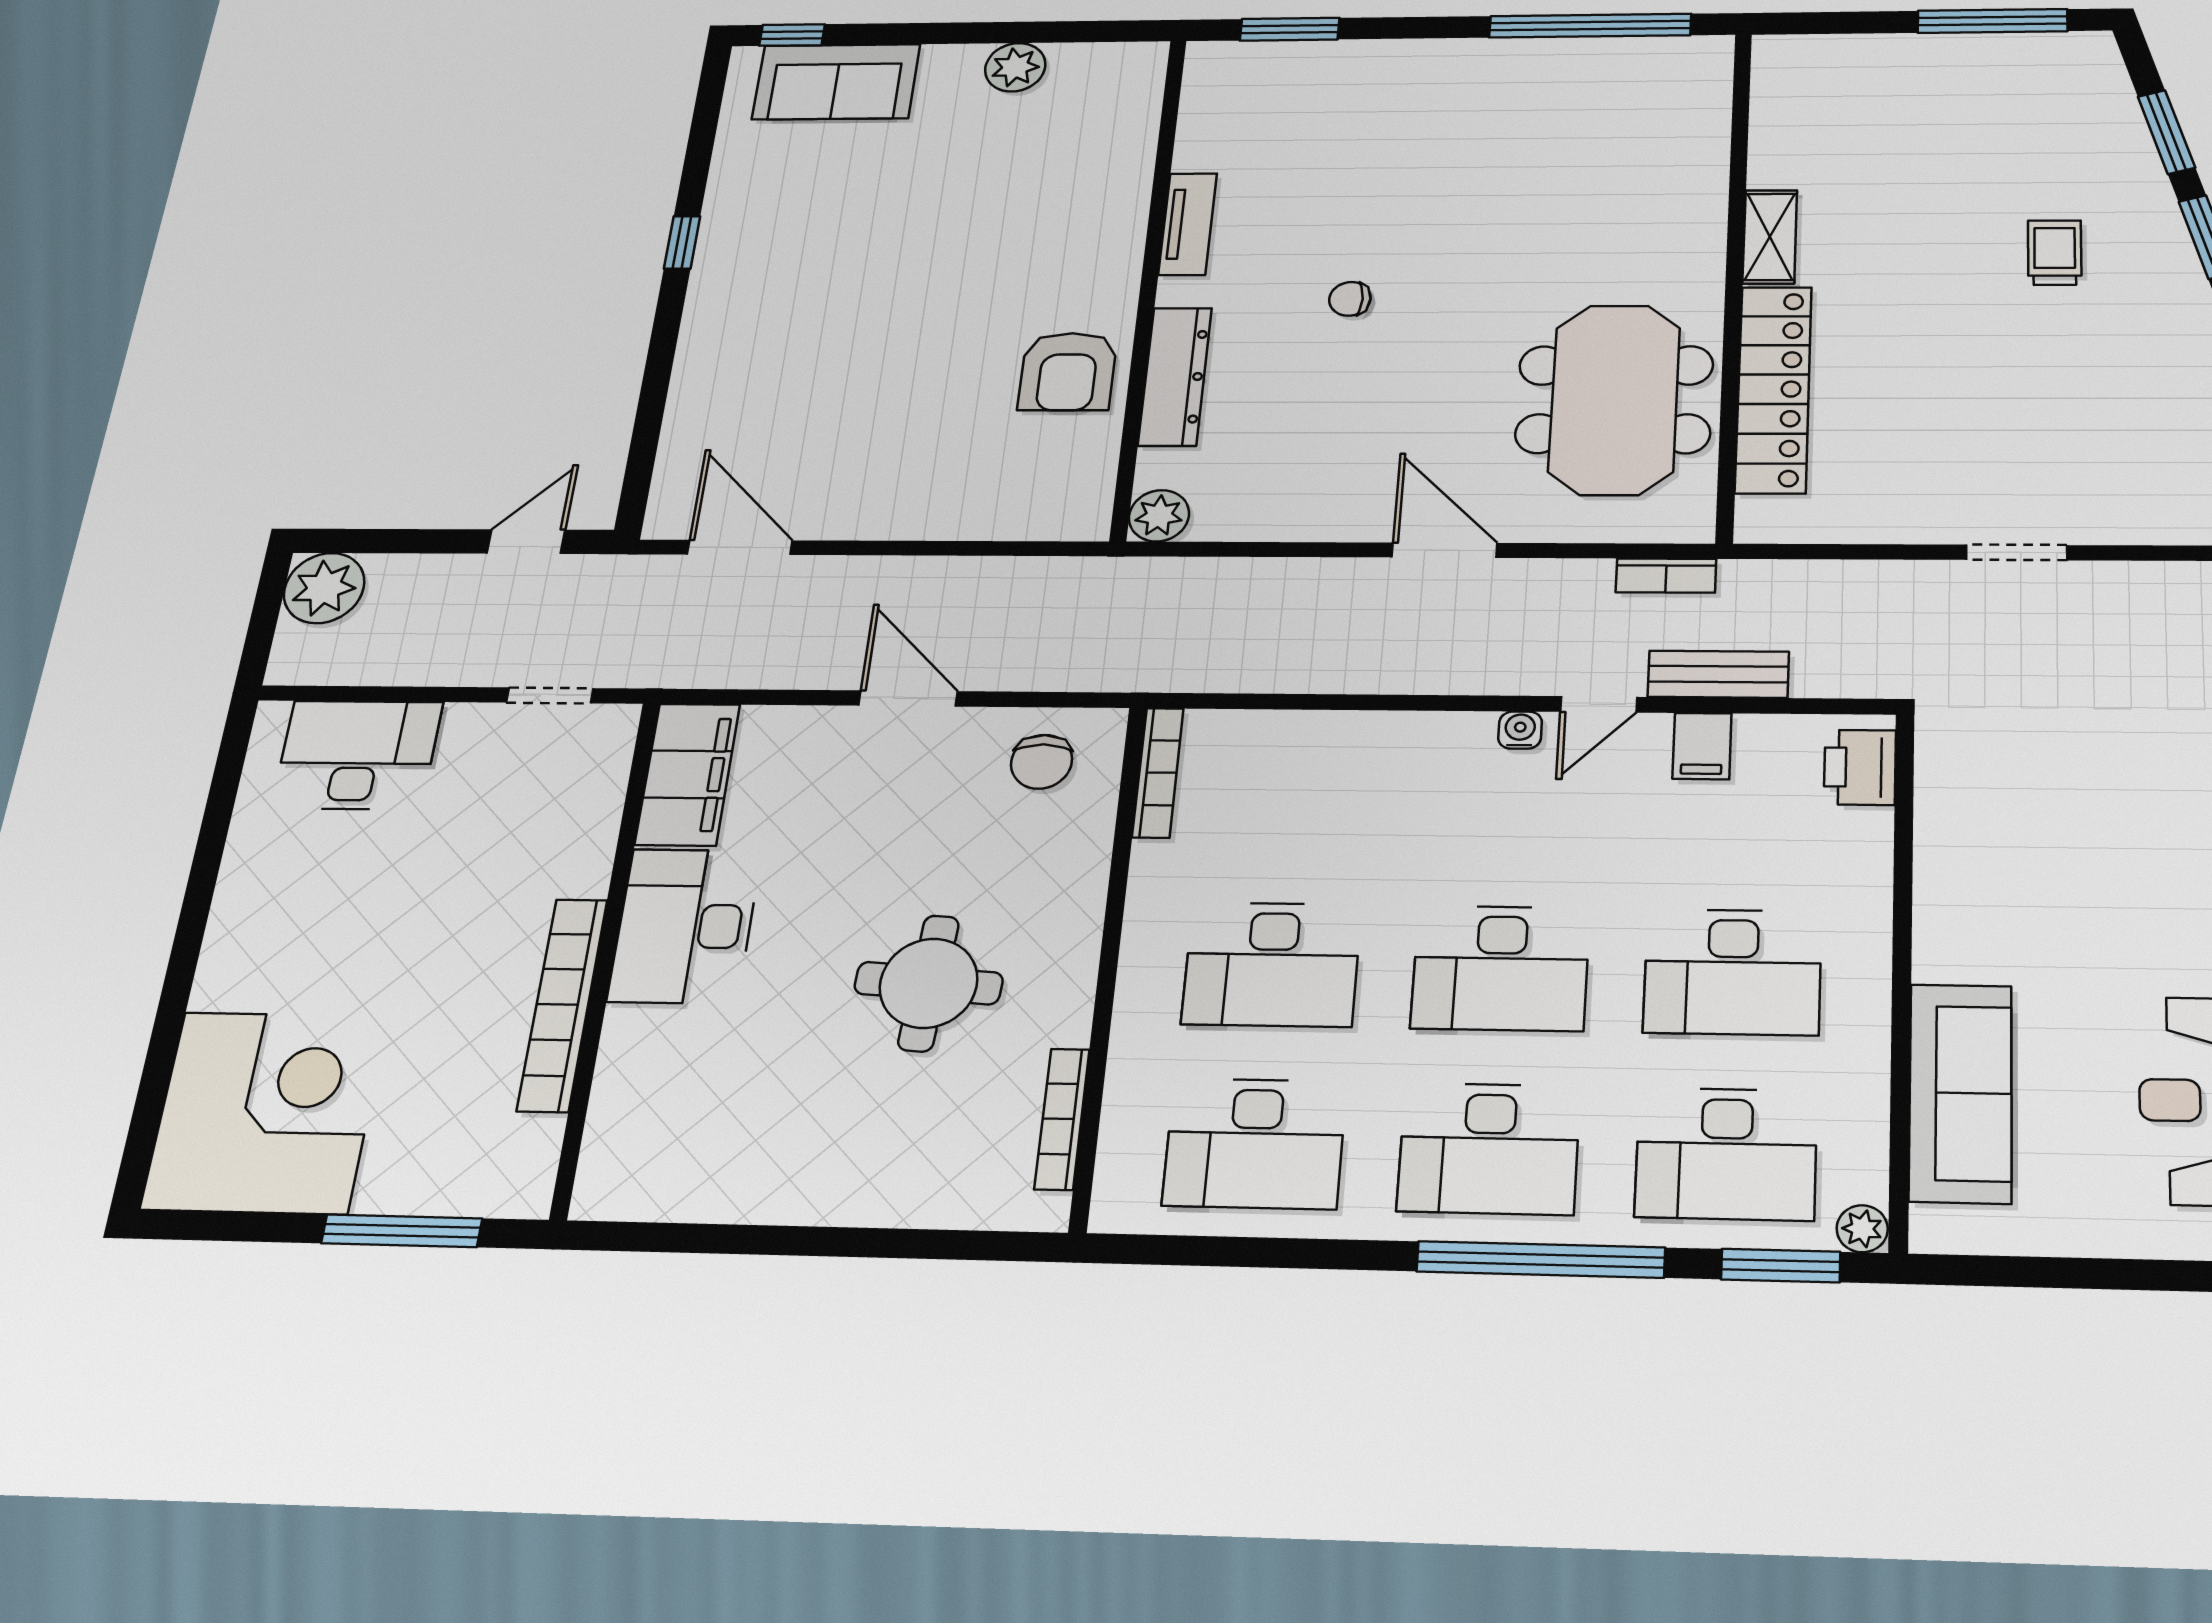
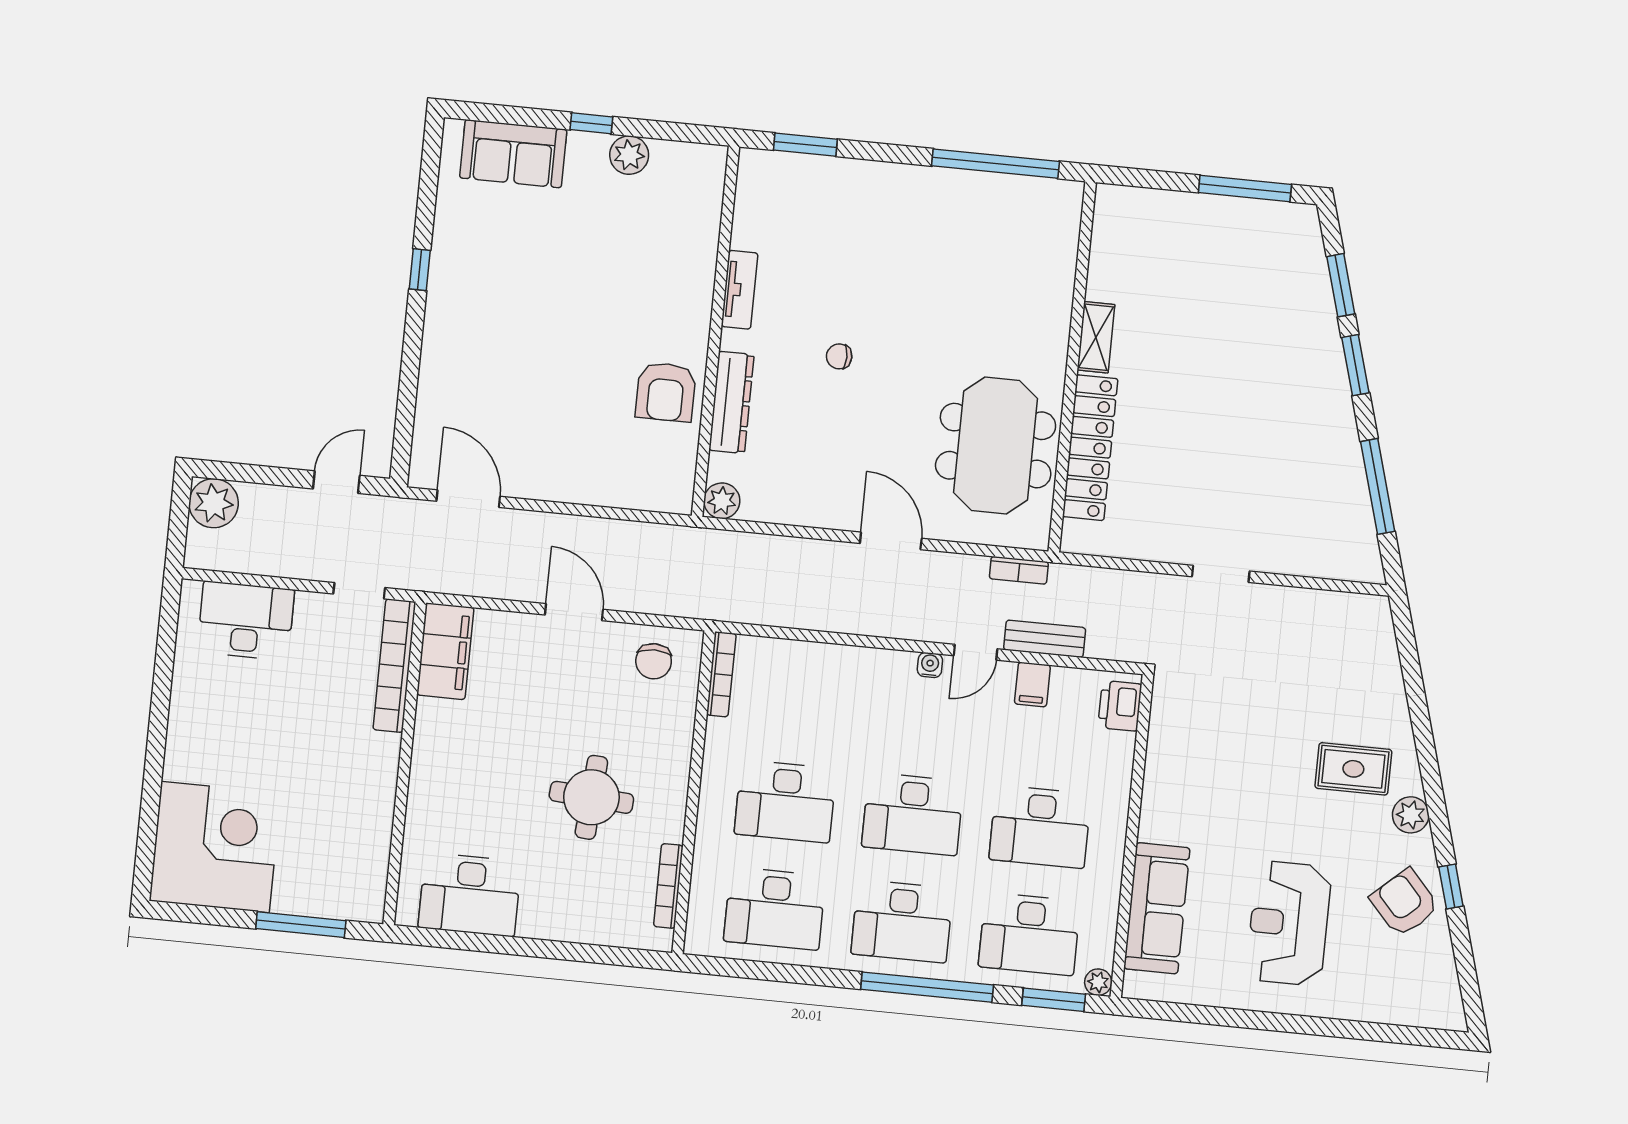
window: (792, 35) -> (591, 123), moved
trolley: (2055, 253) -> (1265, 367), removed
desk: (685, 926) -> (470, 895), moved, turned -90
bookcase: (562, 1005) -> (394, 666), moved

